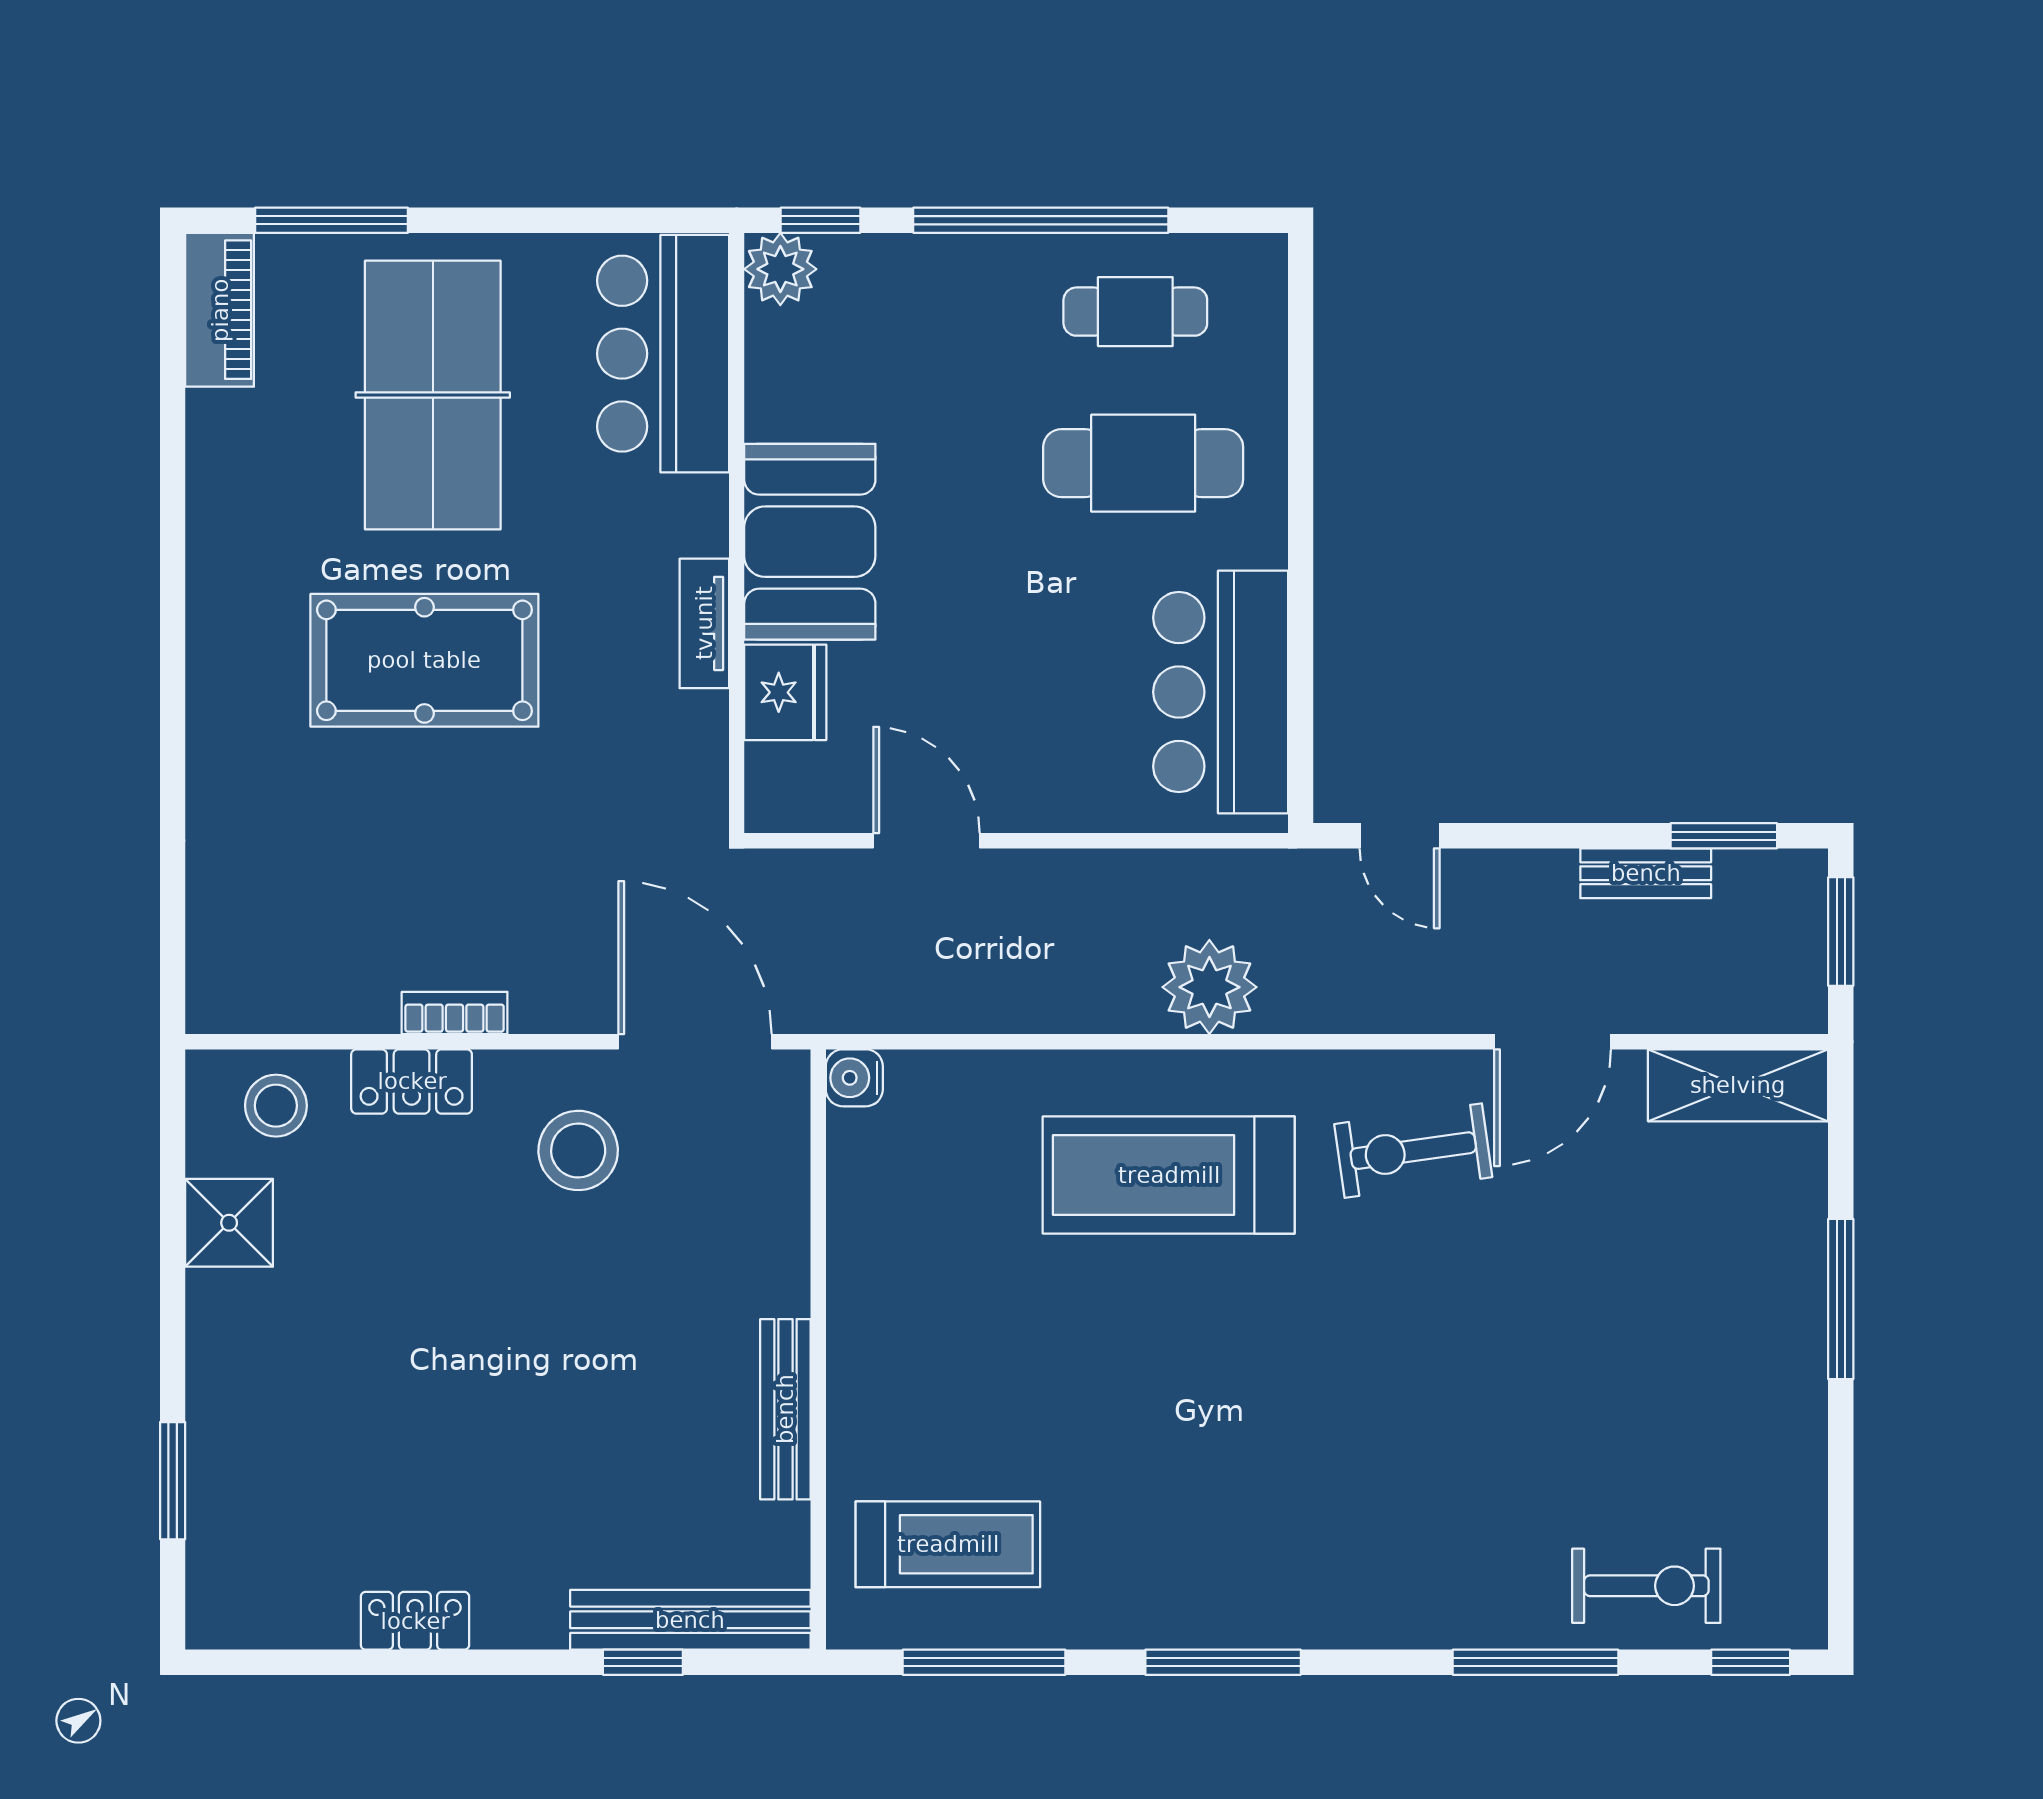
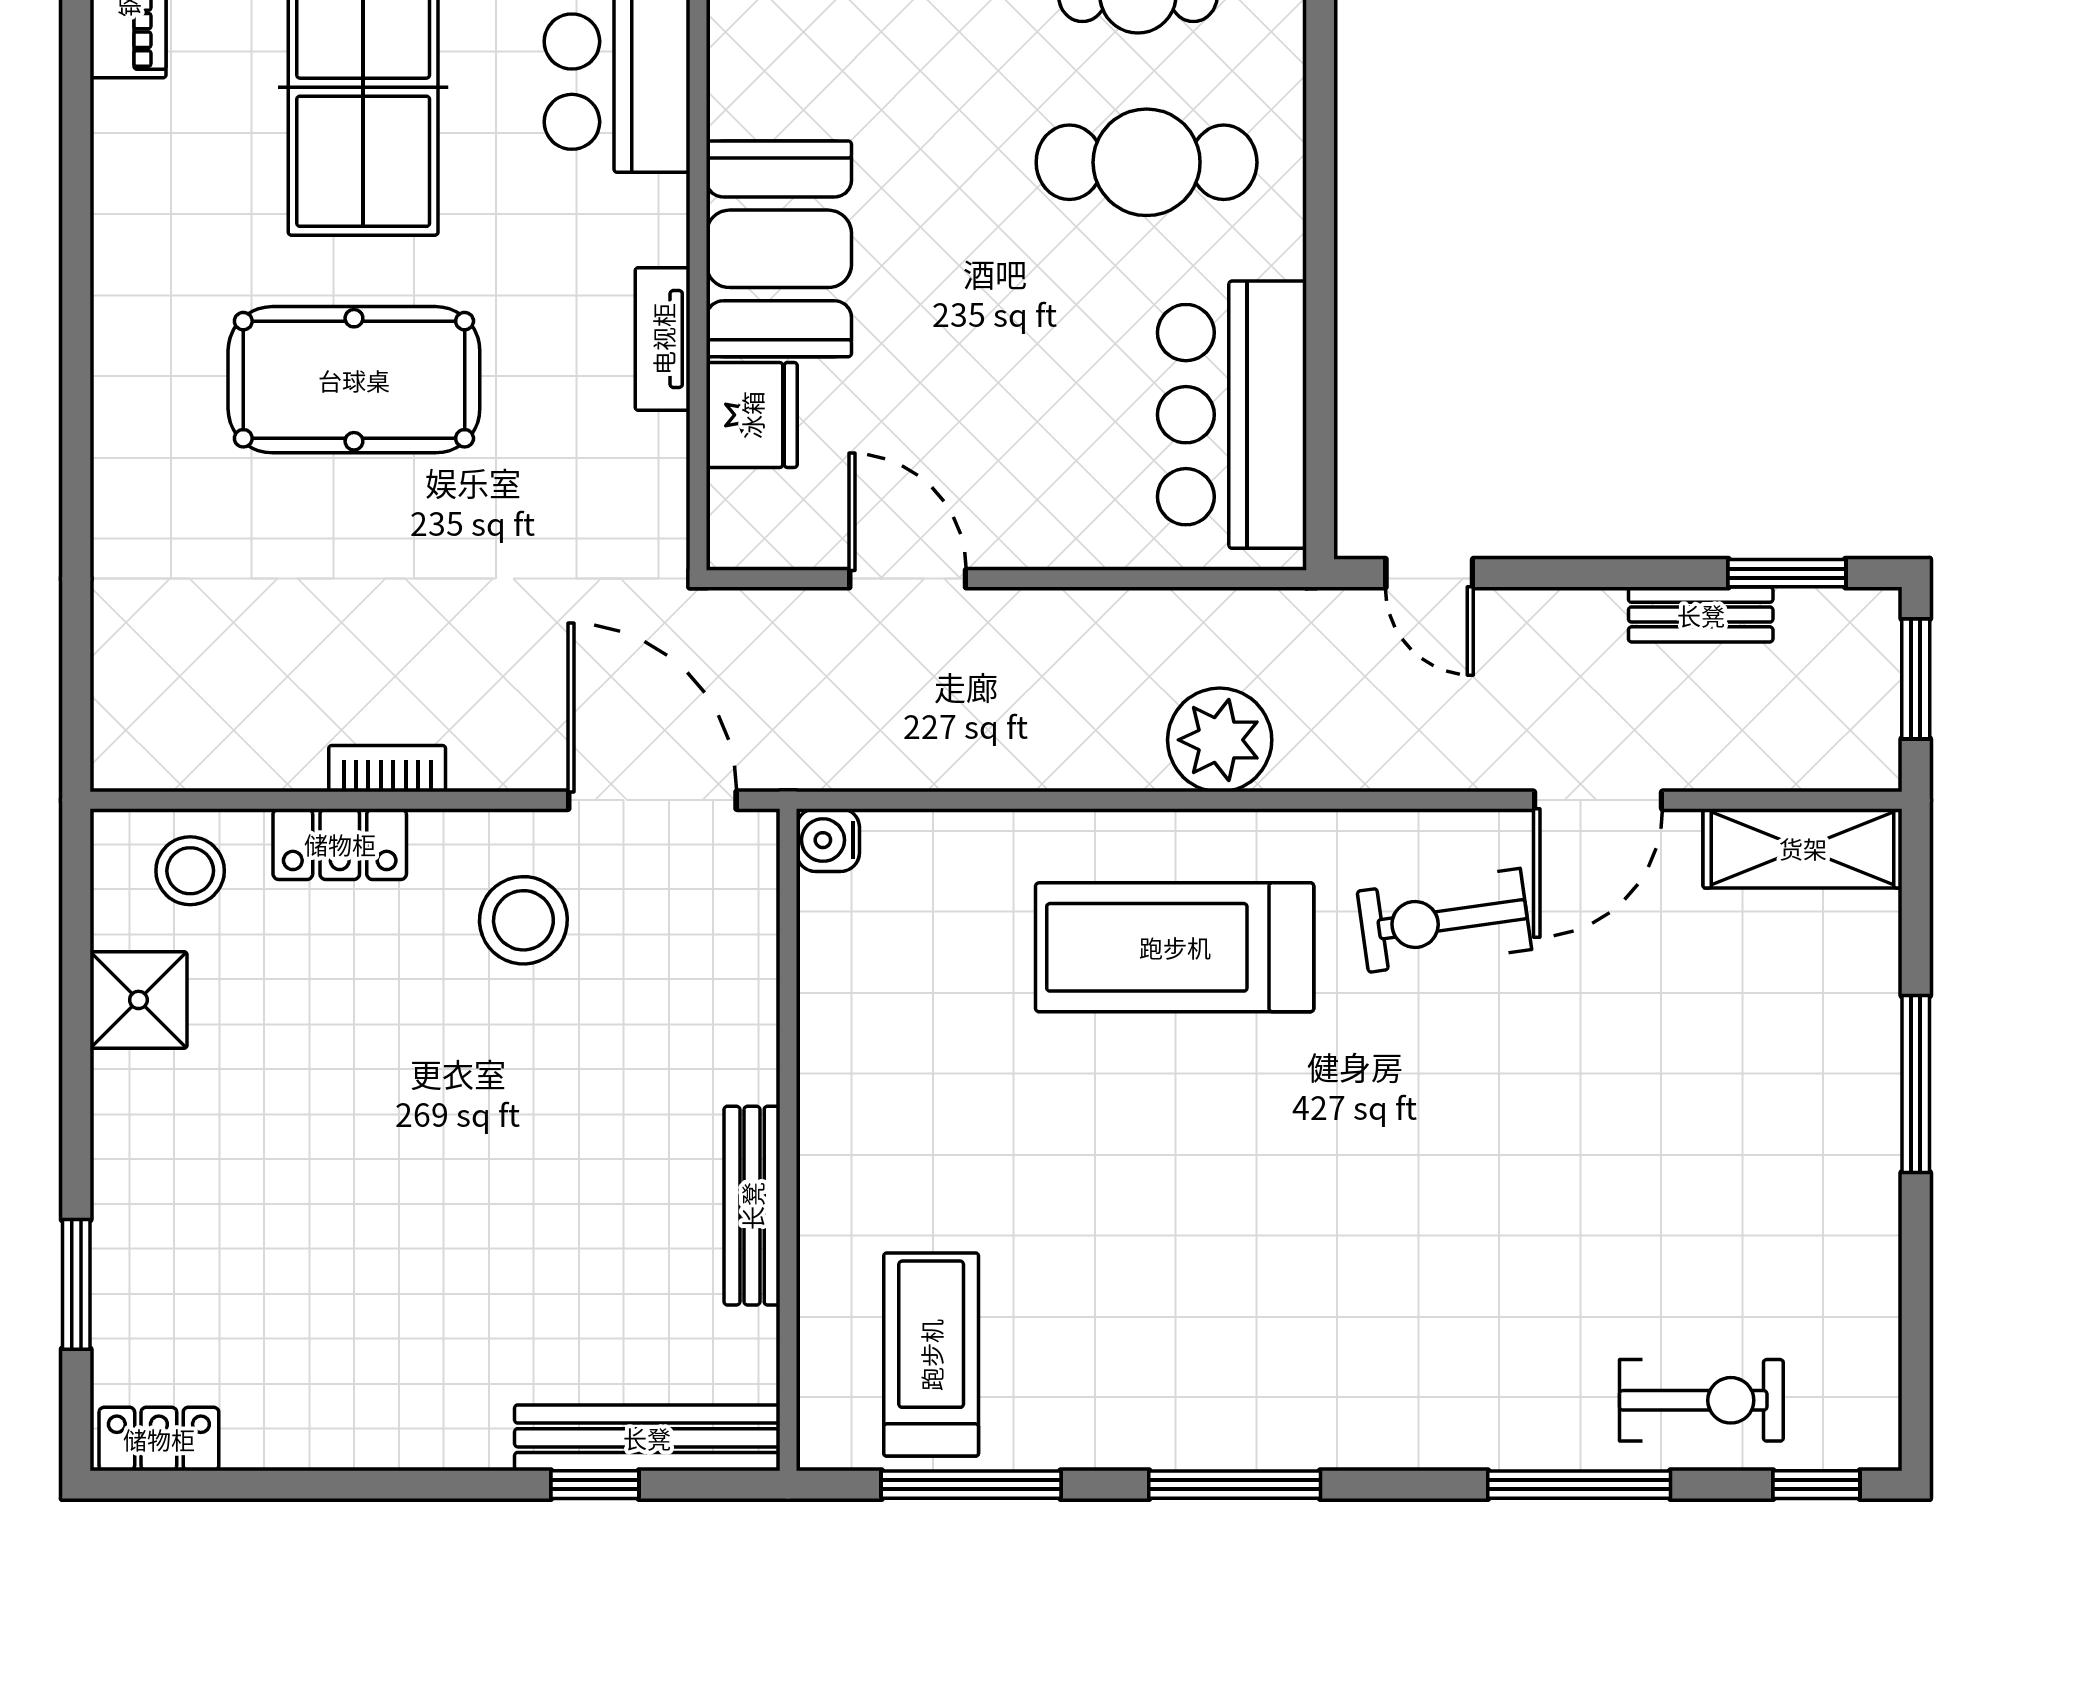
treadmill: (948, 1544) -> (931, 1355), turned -90
locker: (415, 1621) -> (159, 1439), moved

